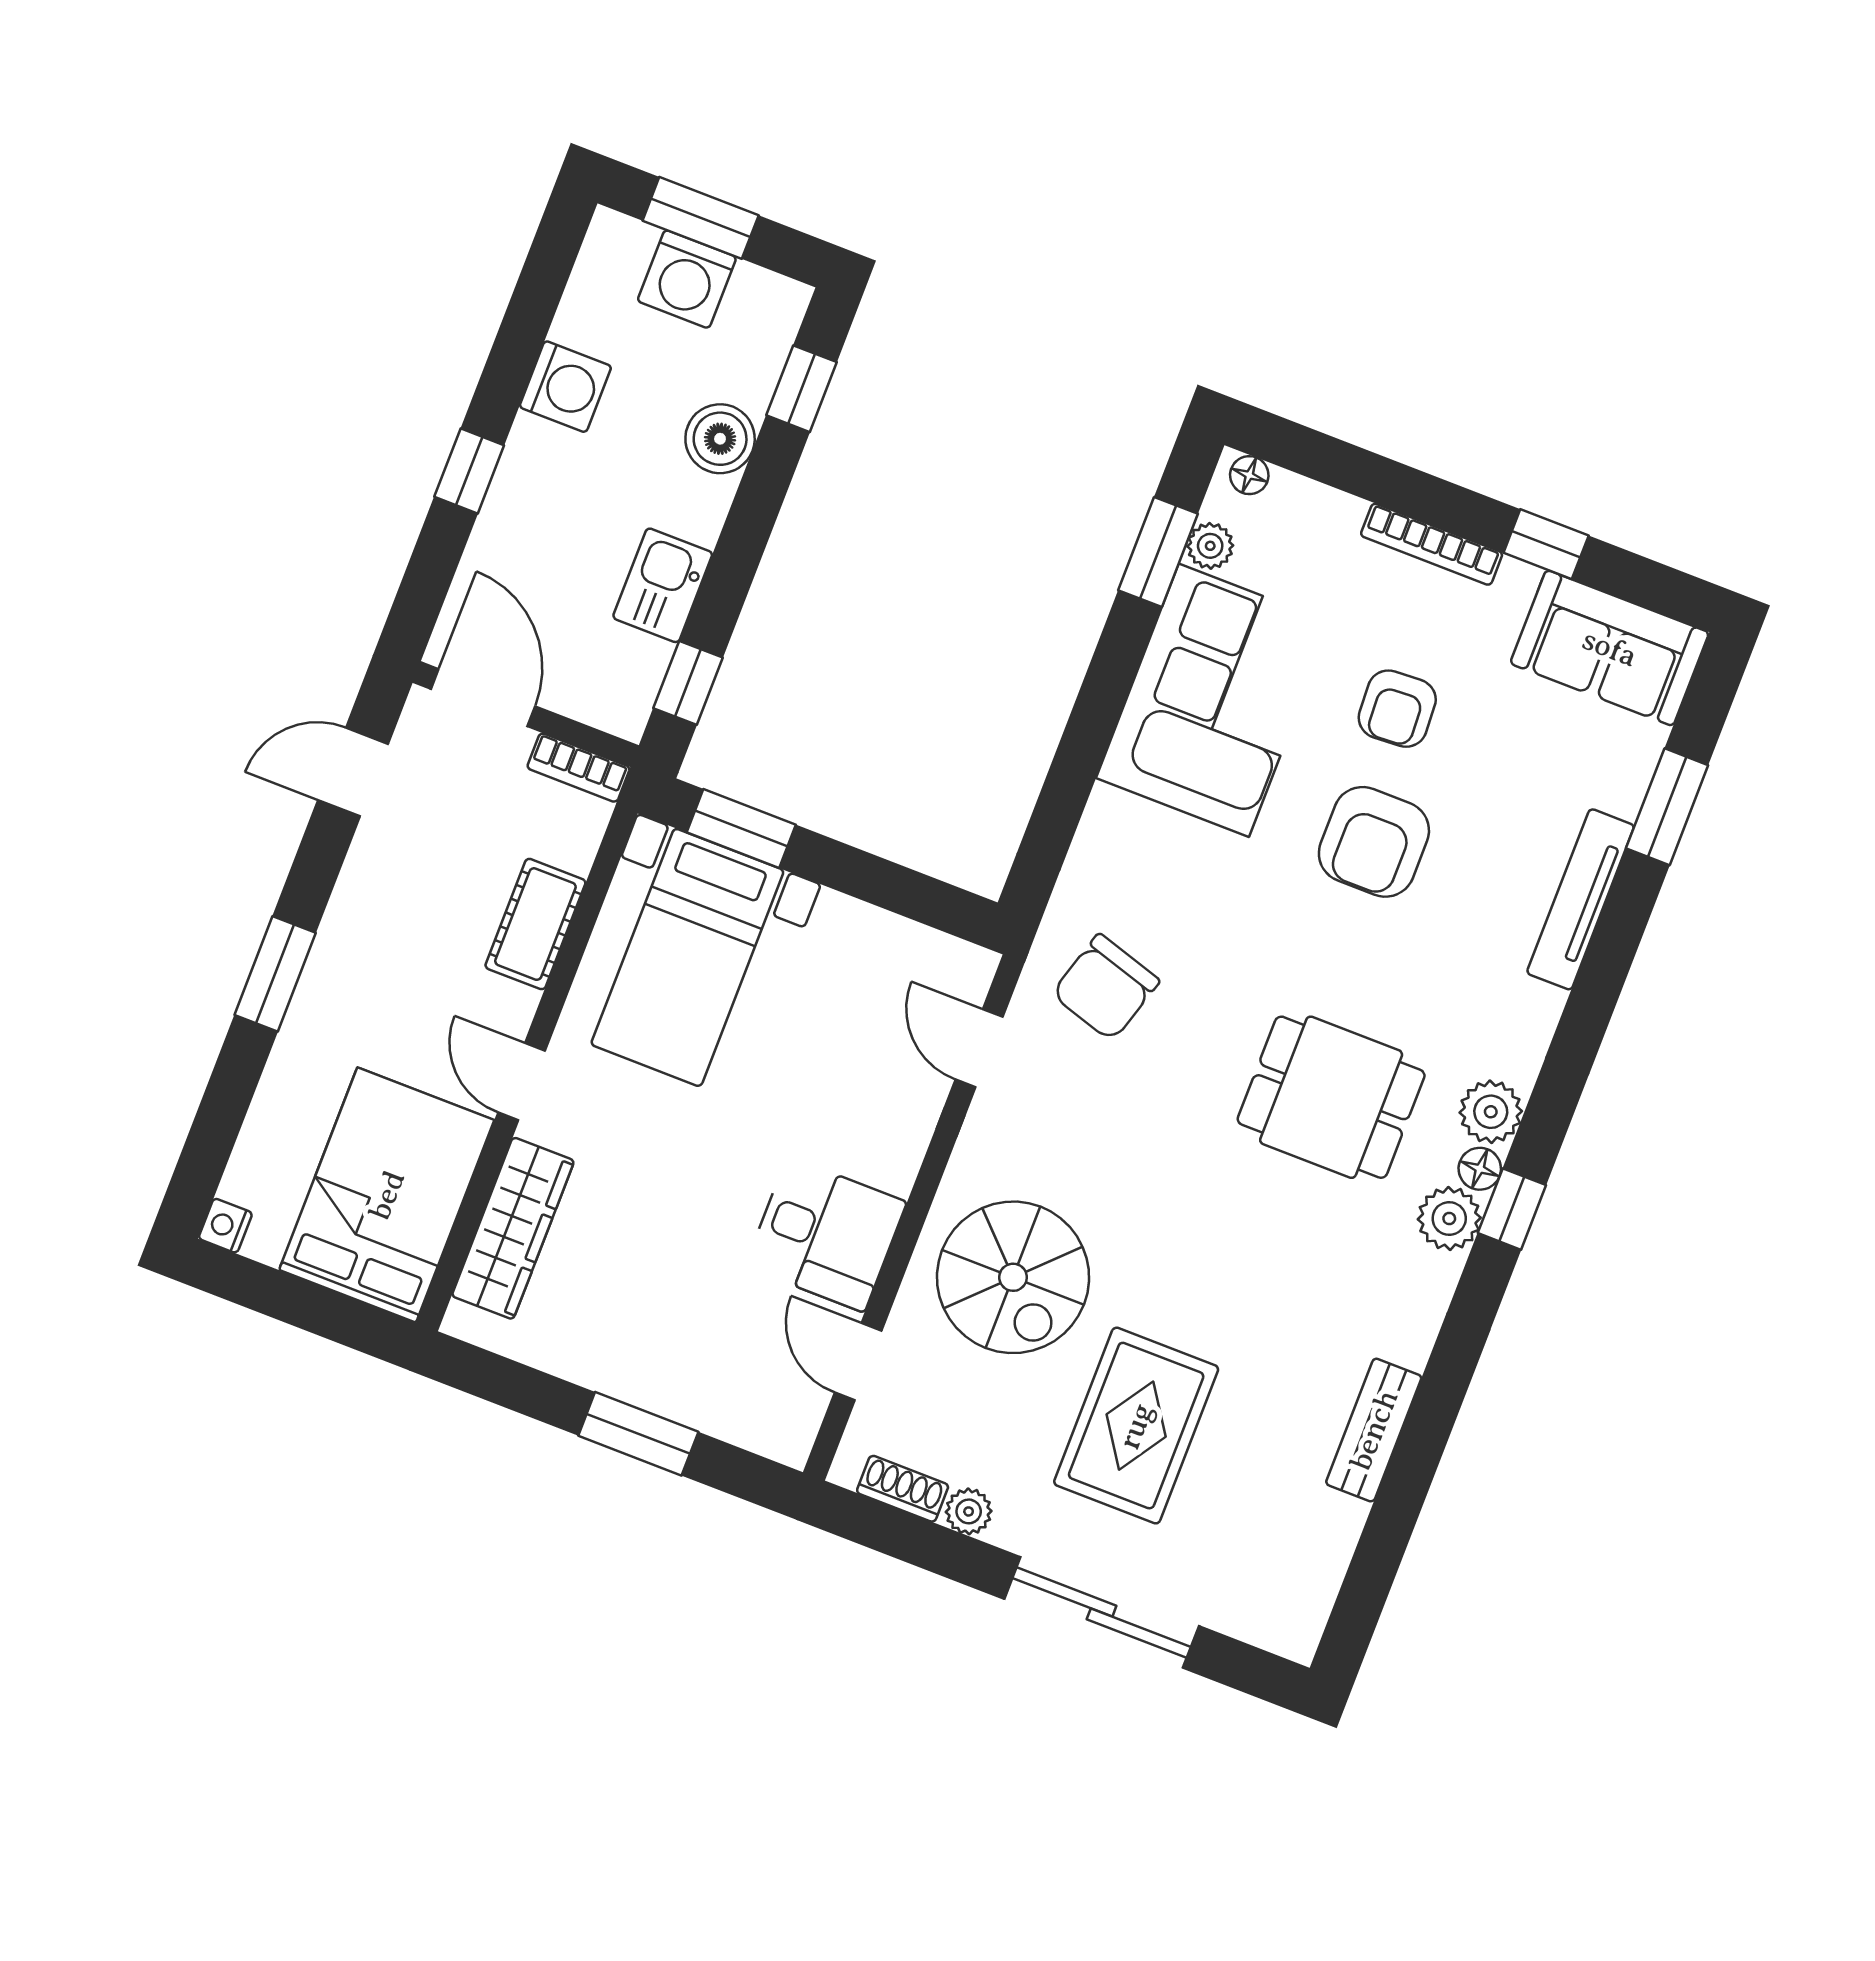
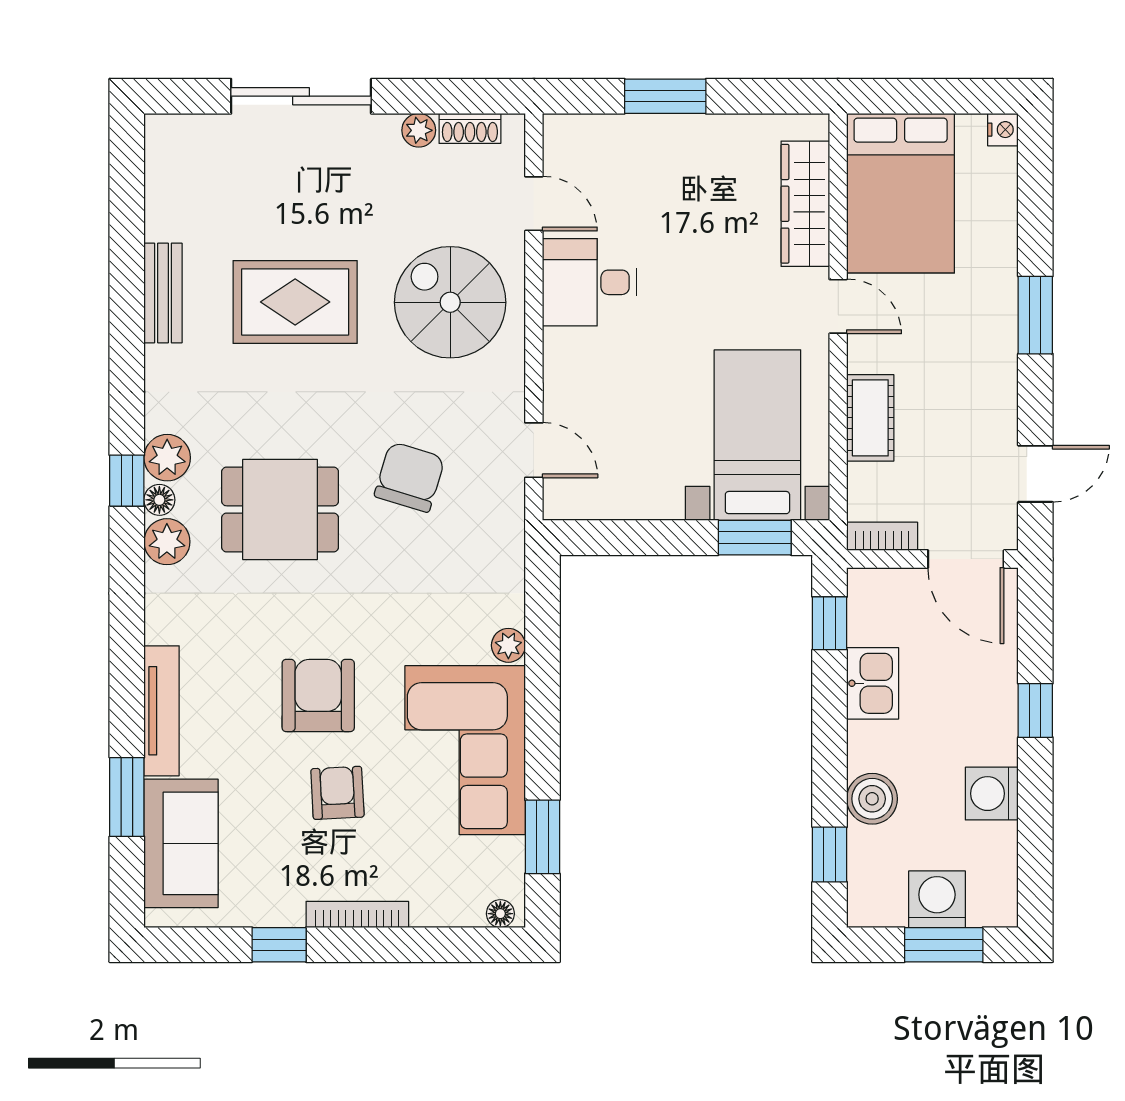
plant: (1210, 546) -> (508, 645), moved
sofa: (1610, 648) -> (181, 843), moved, turned 90
chair: (1106, 987) -> (410, 477), moved
rug: (1136, 1426) -> (295, 302), moved, turned 90

